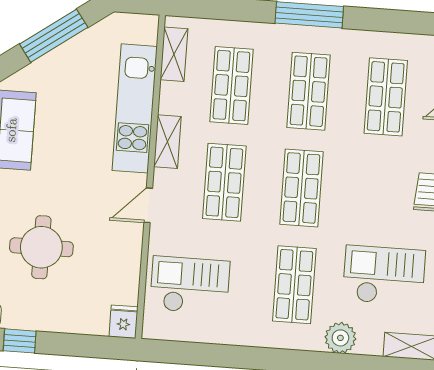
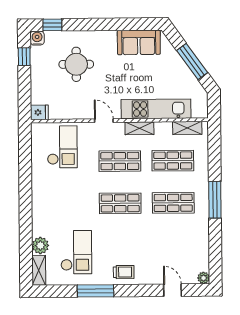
shop shelf: (386, 97) -> (174, 245), removed
shop shelf: (294, 285) -> (67, 204), removed
plant: (340, 338) -> (40, 246), moved

